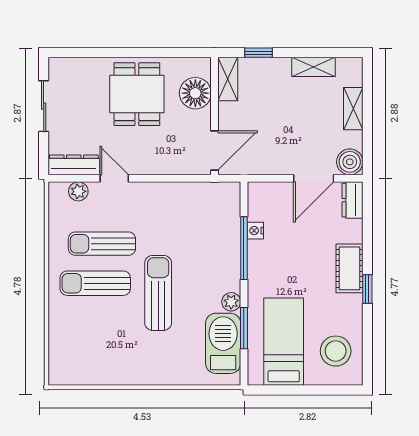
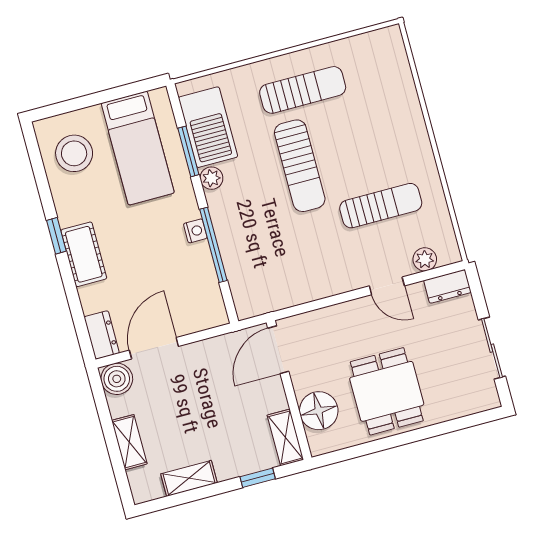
dresser: (74, 165) -> (447, 286), width x0.70
nightstand: (255, 231) -> (195, 231), moved
sun lounger: (95, 283) -> (303, 90), moved

